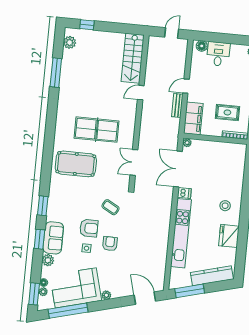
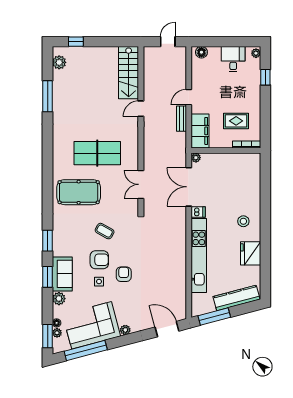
desk: (218, 54) -> (233, 59), moved
coffee table: (110, 207) -> (105, 231), moved

